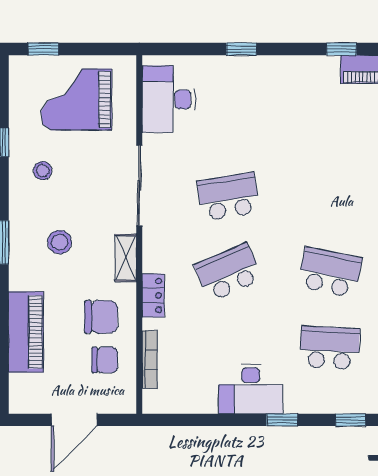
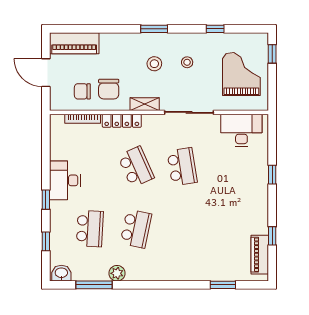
stool: (43, 171) -> (187, 62), moved
locker: (153, 295) -> (122, 121), width x1.53
piano: (26, 332) -> (74, 43), moved
chair: (105, 360) -> (82, 91), turned 90

